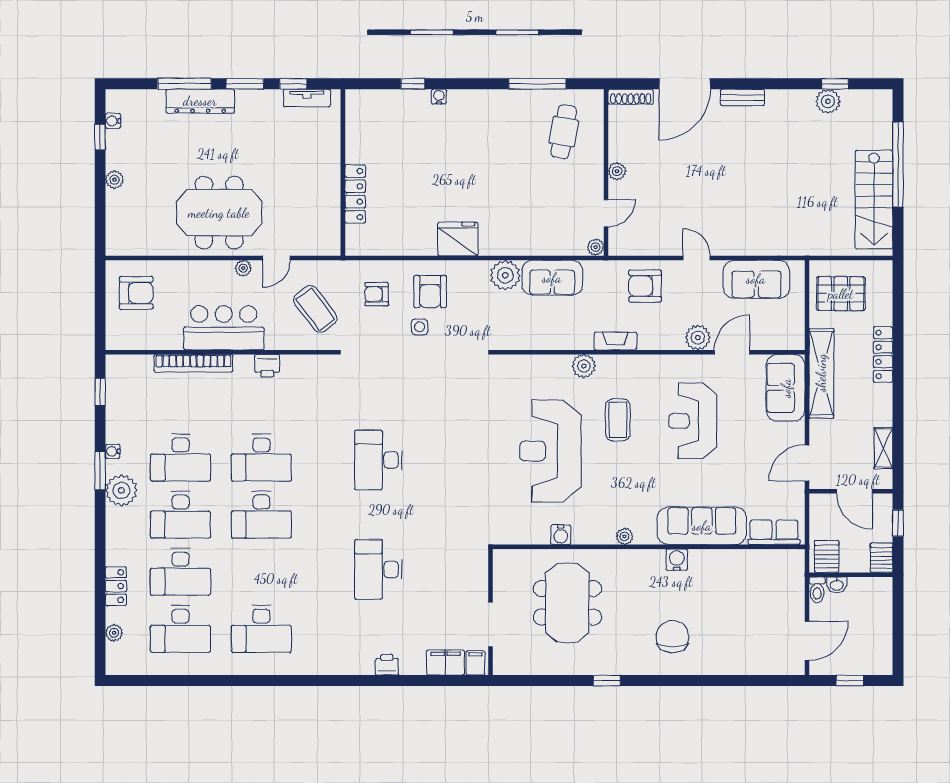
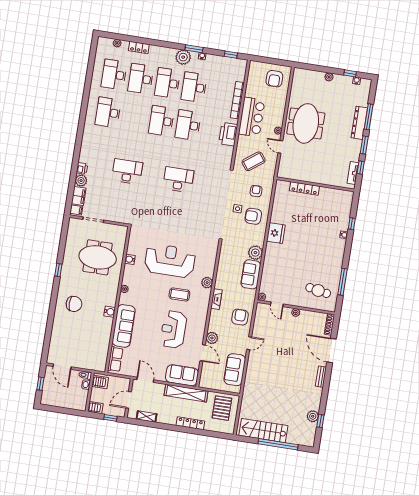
printer: (267, 366) -> (228, 134), width x1.87, depth x1.48
reception desk: (693, 421) -> (173, 329), turned -90
plant: (413, 663) -> (81, 181), added

